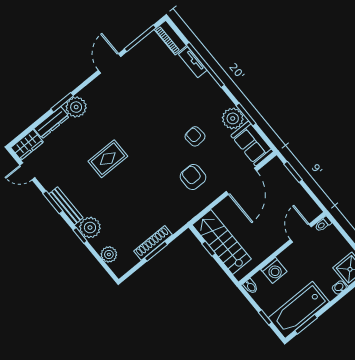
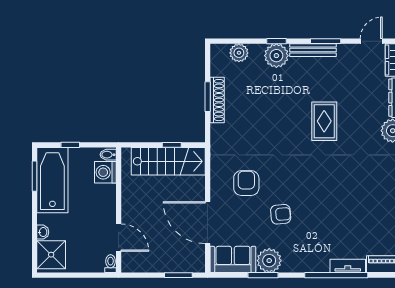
armchair: (193, 177) -> (246, 183), turned -90
washing machine: (274, 270) -> (105, 172), moved

